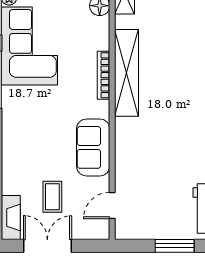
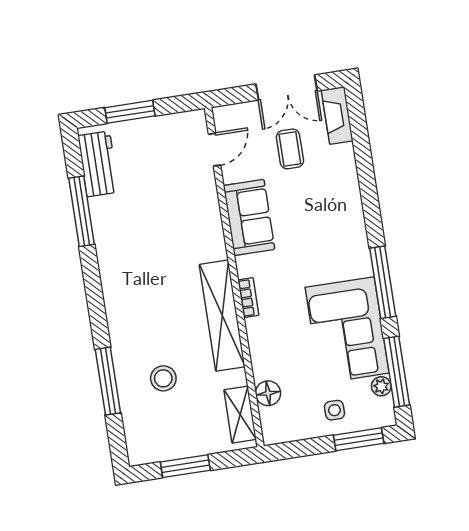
stool: (181, 30) -> (163, 378), added
bookcase: (104, 75) -> (248, 298), width x0.64

